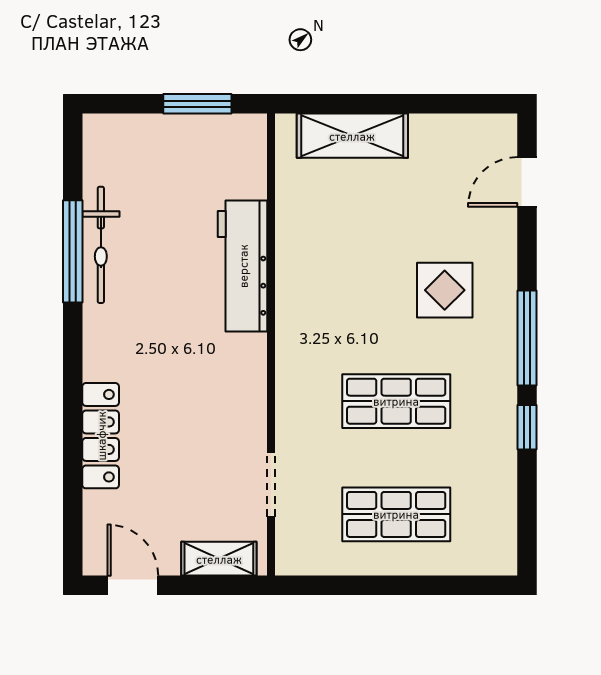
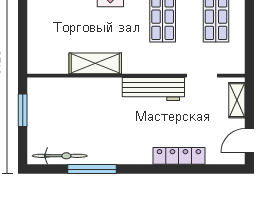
shelving: (352, 136) -> (95, 63), moved, turned 90
bicycle: (101, 245) -> (60, 156), moved
workbench: (243, 266) -> (153, 89), moved

